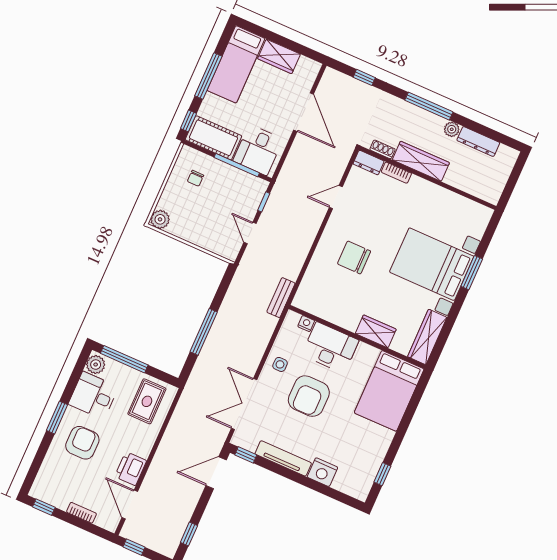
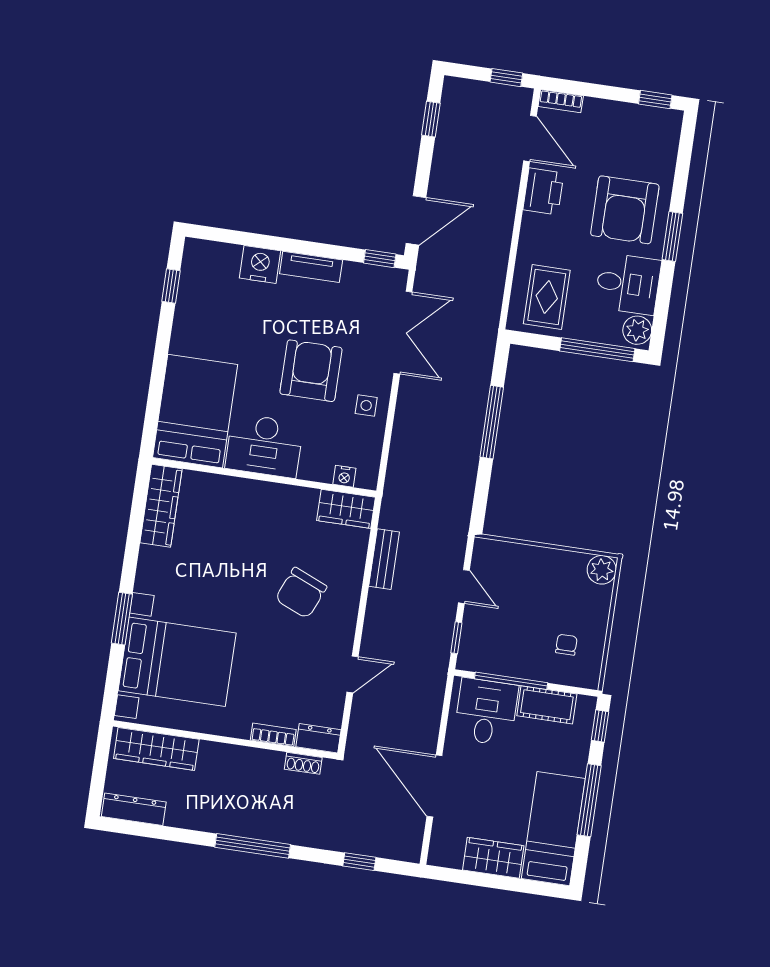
plant: (452, 129) -> (210, 821), removed
cot: (213, 138) -> (547, 705), width x0.73, depth x0.75
dresser: (478, 142) -> (134, 809), moved
wardrobe: (421, 161) -> (156, 749), moved
chair: (354, 257) -> (301, 593), turned 113
bed with nightstands: (432, 264) -> (177, 662), moved
bench: (281, 298) -> (384, 559), moved
wardrobe: (376, 331) -> (346, 509), moved
desk: (330, 348) -> (264, 446), moved
armchair: (82, 443) -> (625, 210), width x1.36, depth x1.36
tv unit: (283, 458) -> (311, 267), width x0.71
bookcase: (81, 513) -> (561, 101), moved

